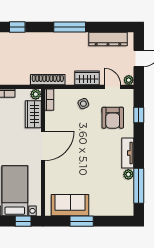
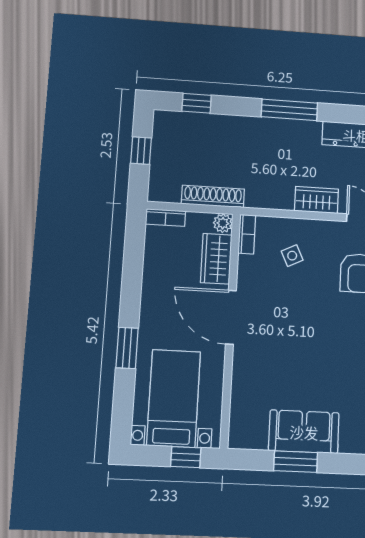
shoe rack: (48, 80) -> (213, 196), moved
side table: (83, 104) -> (292, 256), moved
door: (43, 146) -> (231, 317), swing flipped
sofa: (70, 205) -> (304, 432), moved

